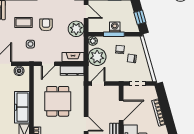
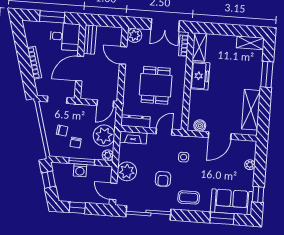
coffee table: (24, 22) -> (189, 197), moved
freezer: (22, 107) -> (200, 76), width x0.71

